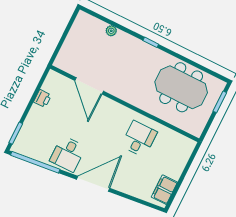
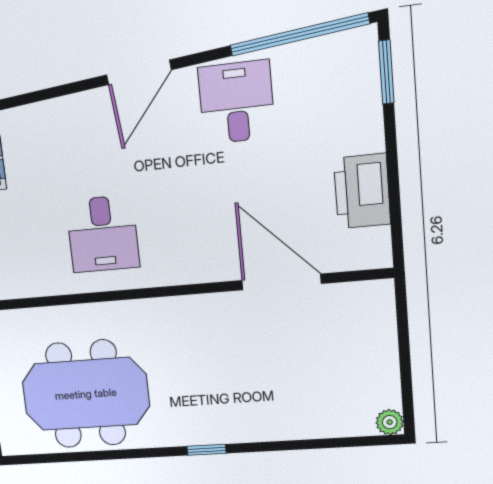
plant: (111, 31) -> (390, 422), moved
printer: (43, 99) -> (362, 191), width x1.87, depth x1.48
door: (93, 184) -> (139, 72), width x0.73

